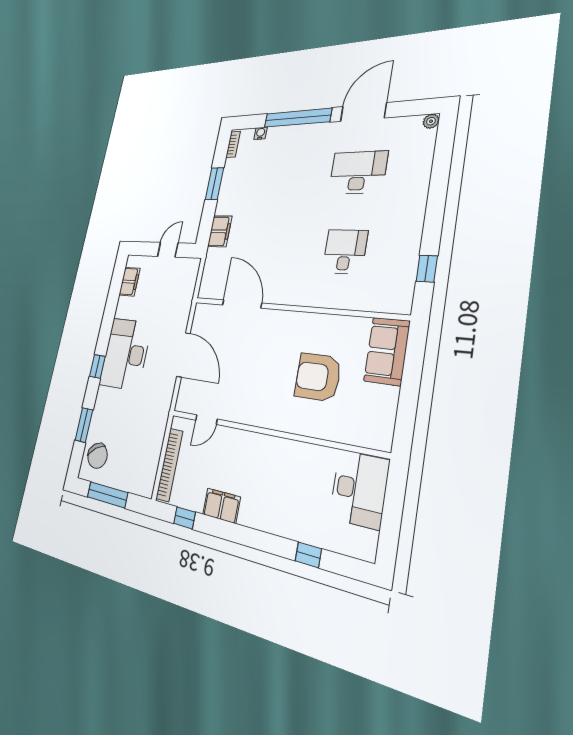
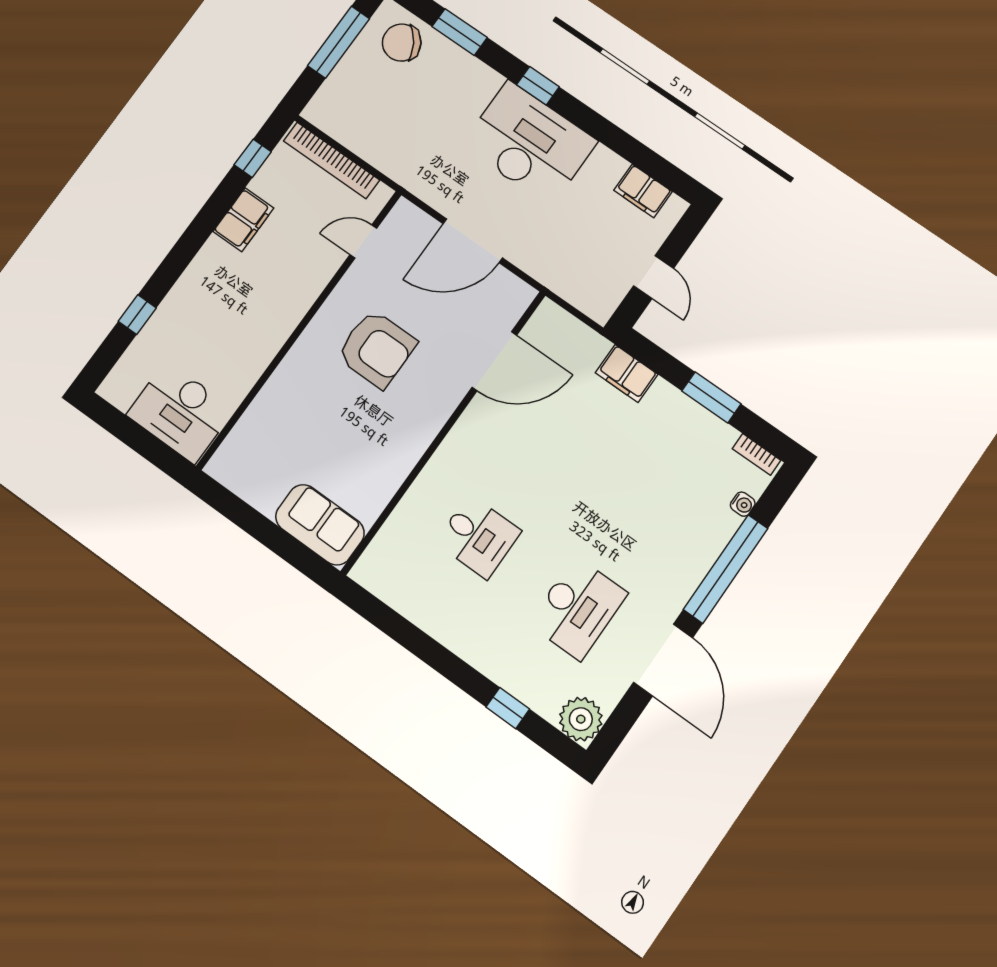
plant: (431, 121) -> (581, 719), width x1.88, depth x1.88
window: (427, 269) -> (508, 708), moved
armchair: (318, 377) -> (377, 349), moved, turned 90
door: (206, 420) -> (363, 241), hinge flipped

